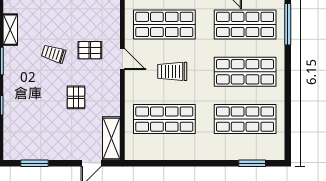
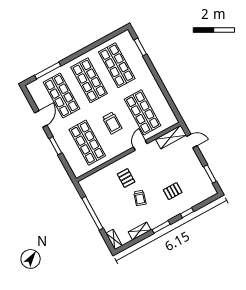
door: (122, 59) -> (140, 145), moved
pallet: (76, 97) -> (173, 191), moved

